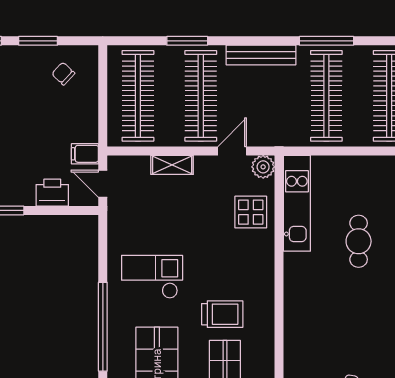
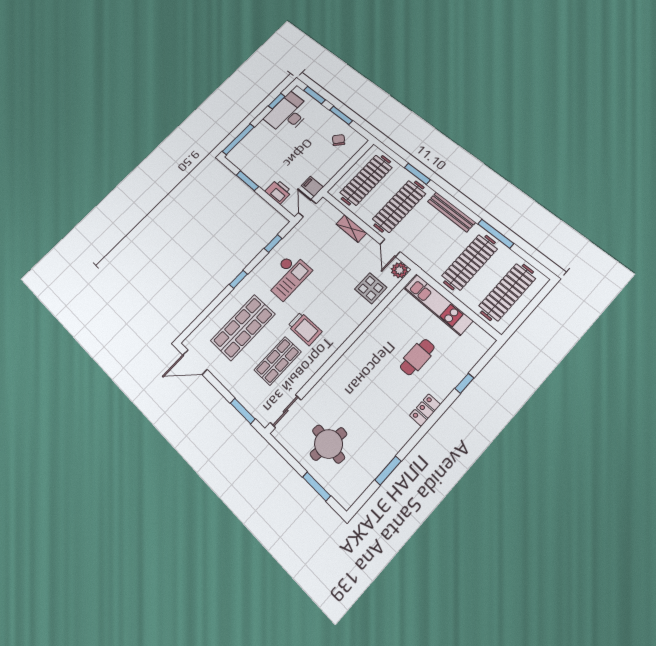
door: (232, 151) -> (390, 248), swing flipped
kitchen unit: (297, 203) -> (438, 305), moved, turned 90
window: (103, 255) -> (273, 244), added
checkout: (152, 277) -> (287, 276), turned 90
window: (103, 327) -> (238, 279), width x0.32

